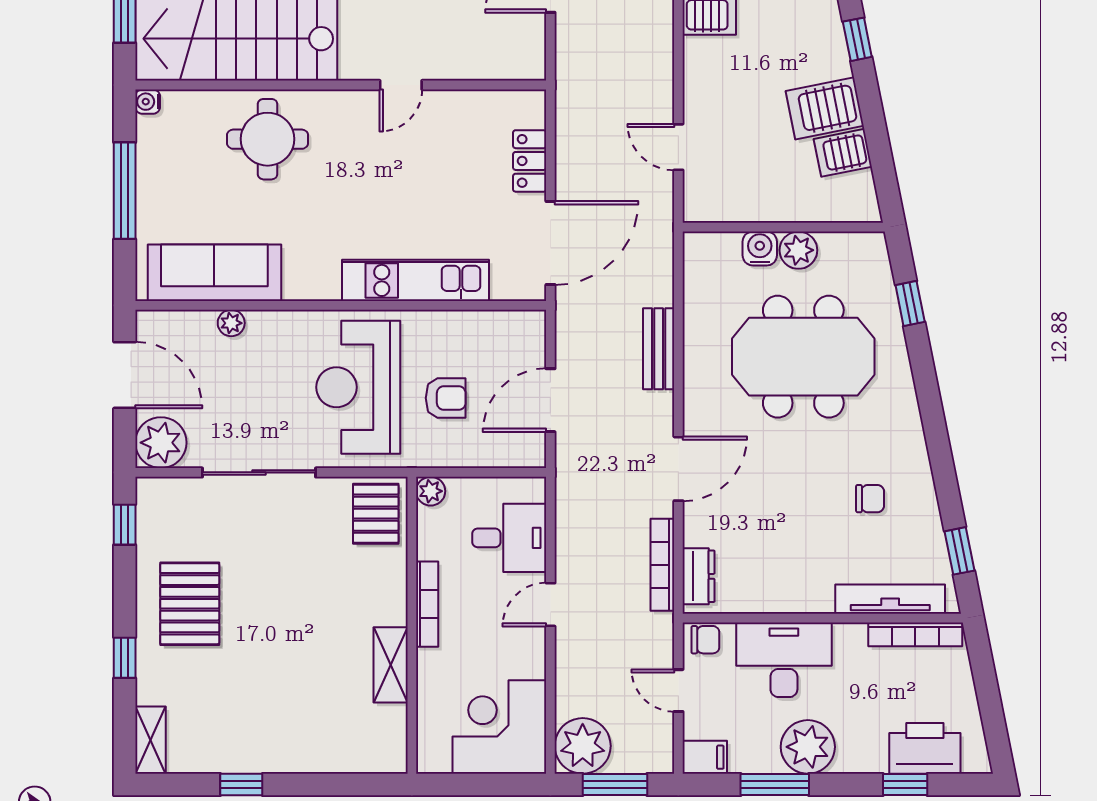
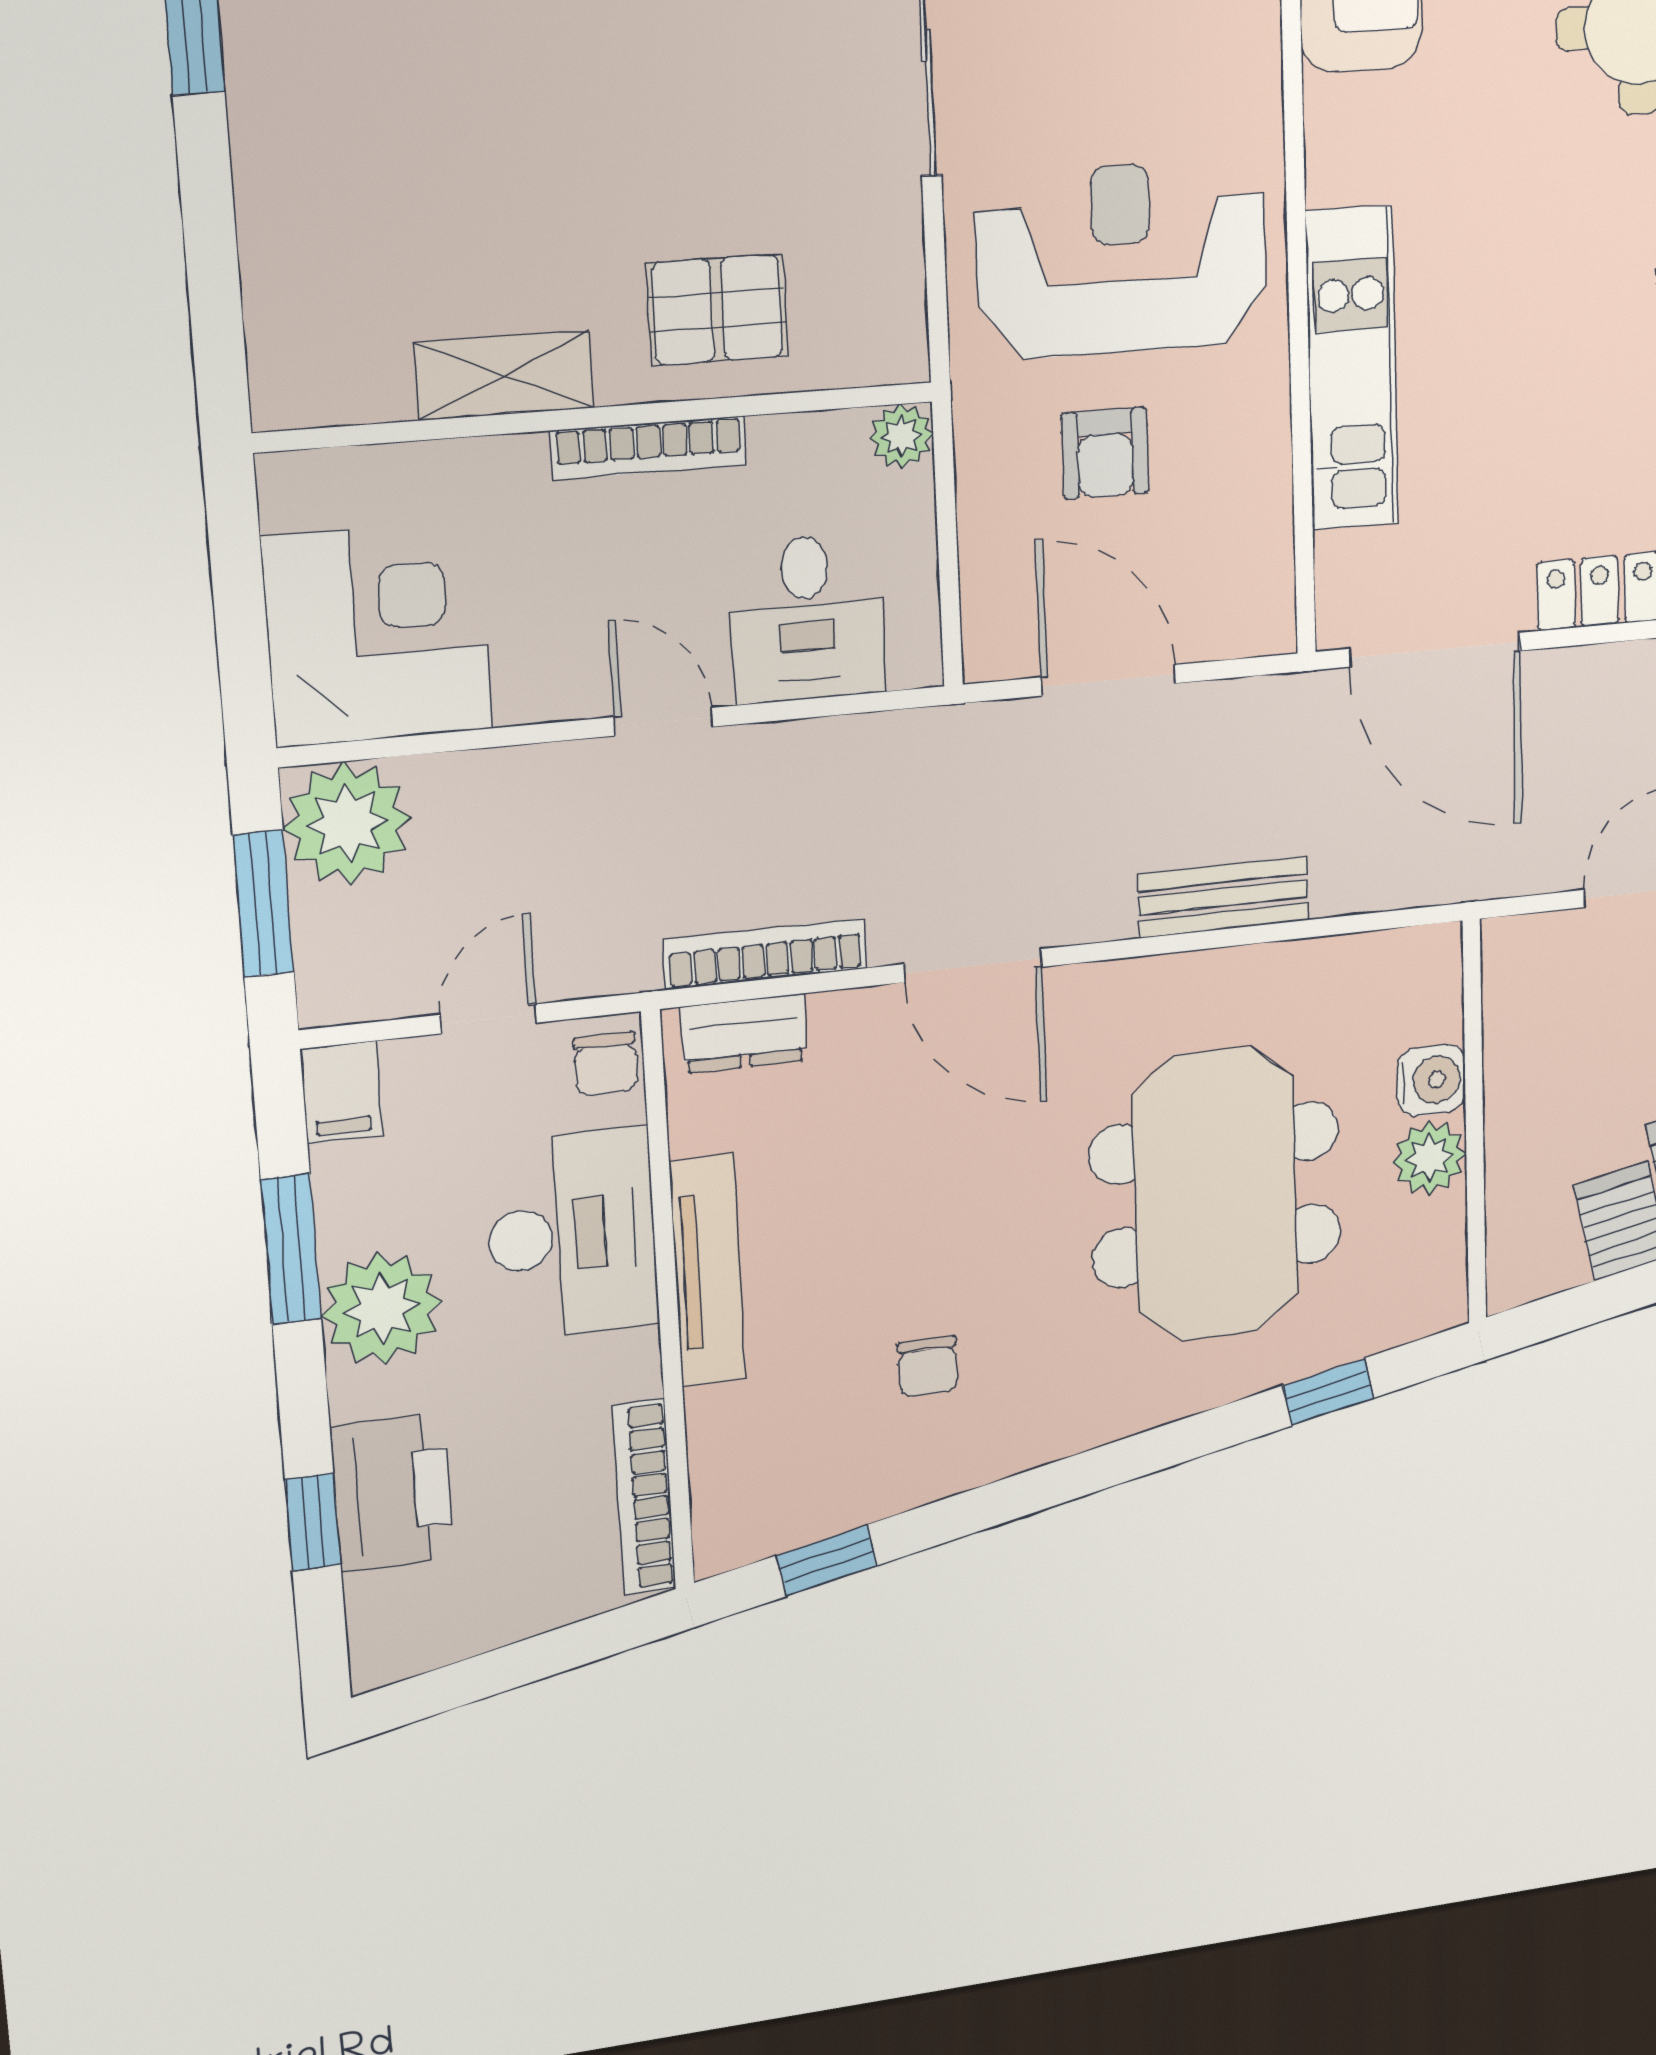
pallet: (376, 514) -> (717, 310), moved
tv unit: (890, 599) -> (708, 1271), moved
printer: (925, 748) -> (392, 1492), moved

